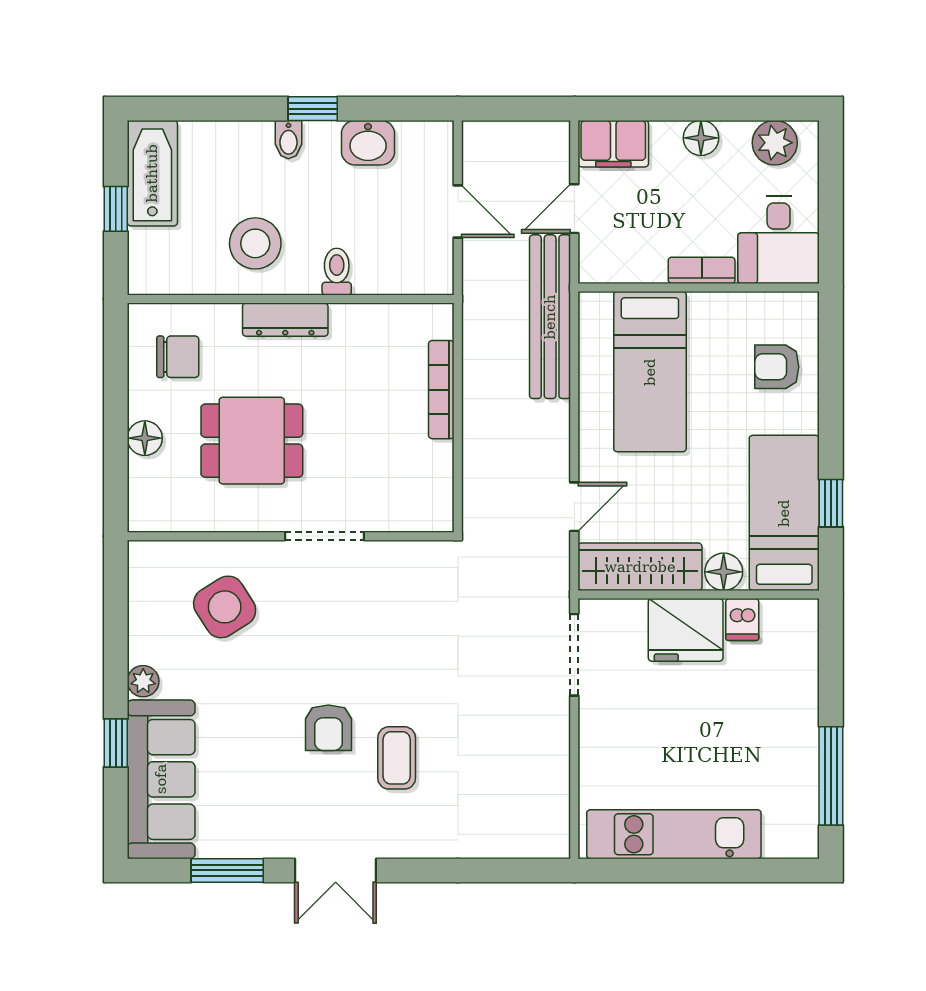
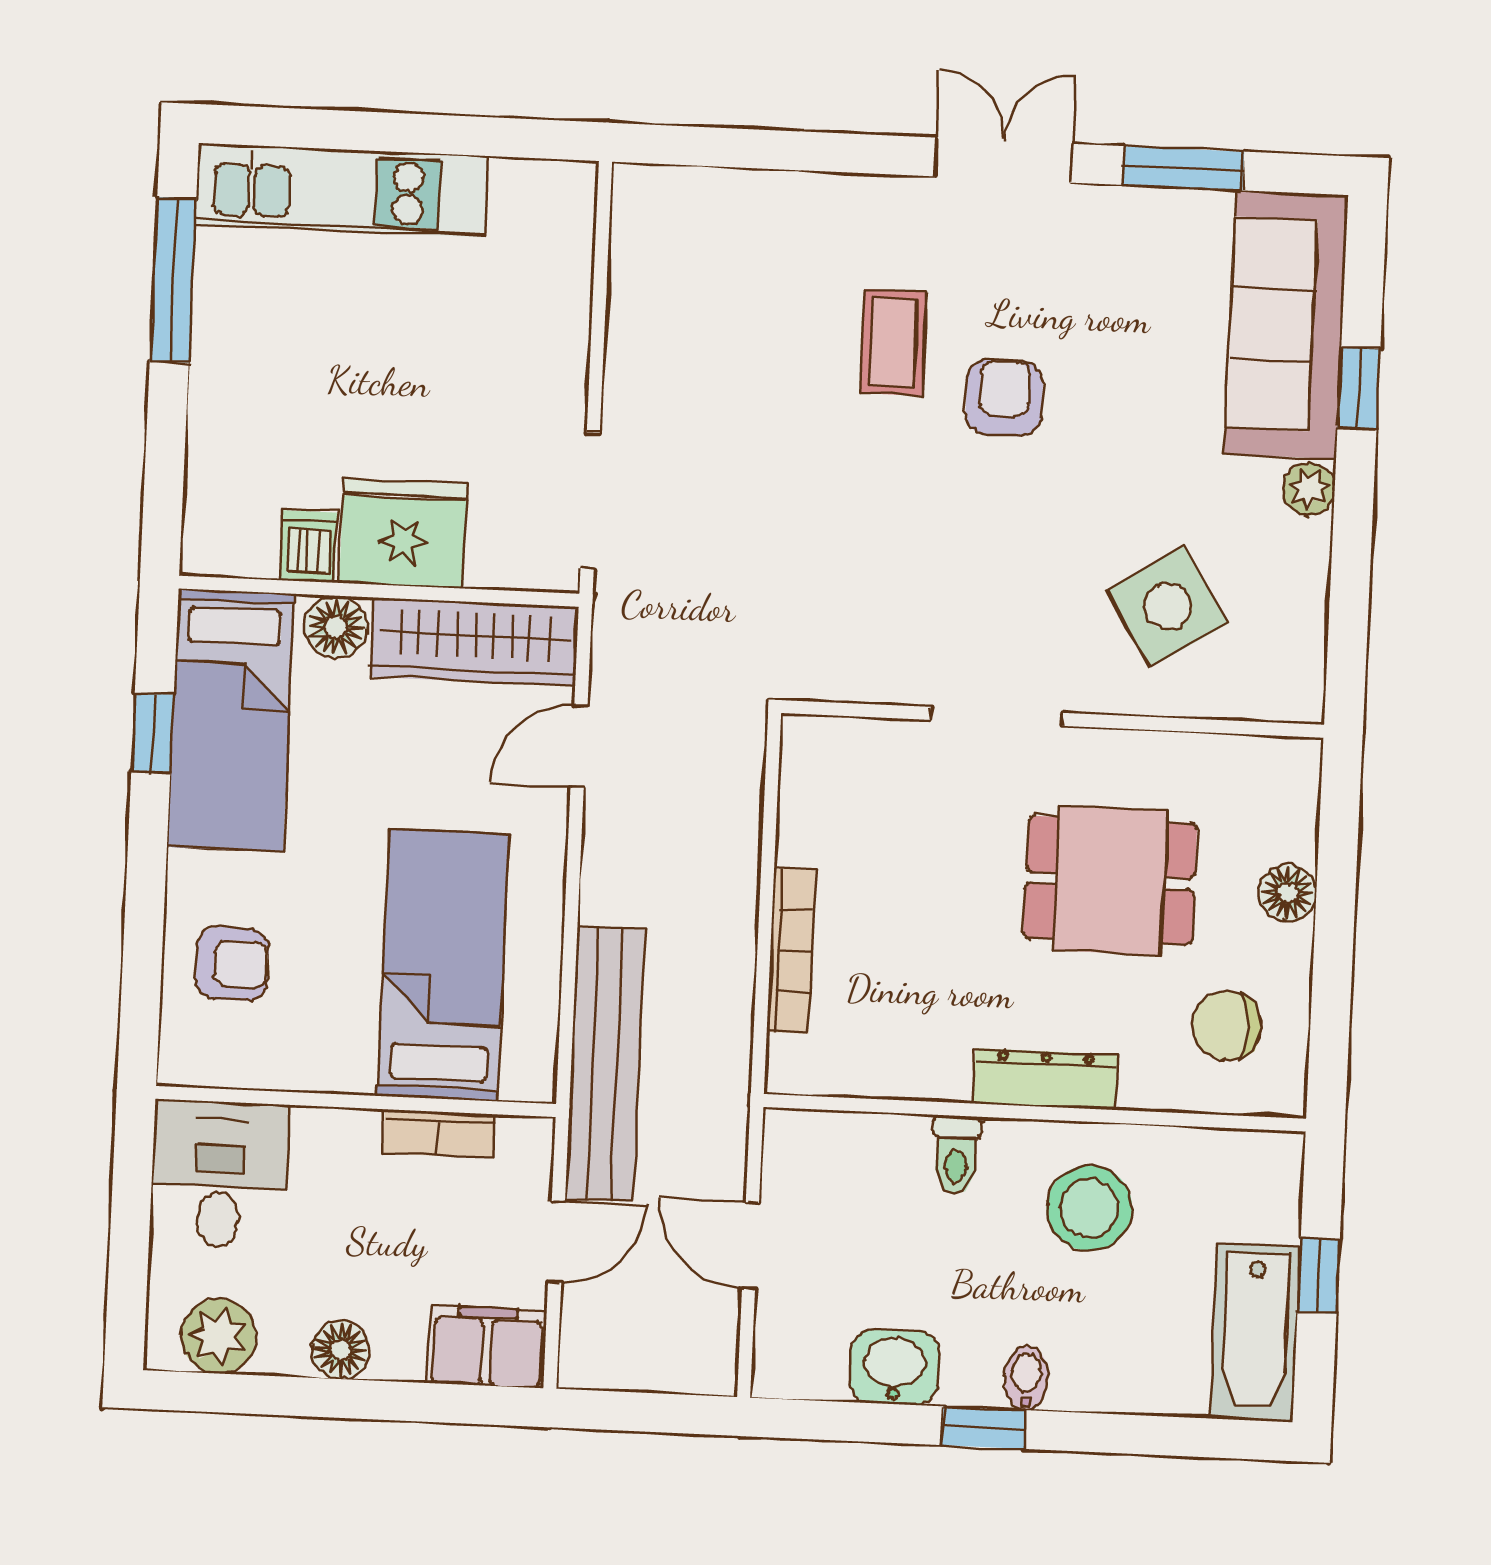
bookcase: (702, 270) -> (439, 1134), moved
kitchen unit: (674, 834) -> (342, 190), moved

